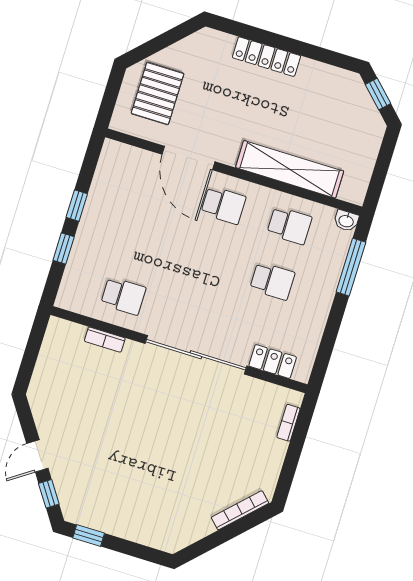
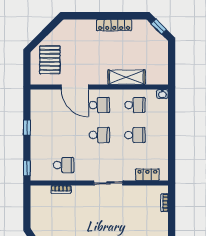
locker: (266, 57) -> (114, 25), moved
shelving: (290, 169) -> (127, 77), width x0.68
window: (64, 248) -> (27, 168), moved
school desk: (206, 261) -> (99, 135), added
window: (351, 267) -> (172, 116), removed
sliding door: (196, 355) -> (108, 183), width x0.54

